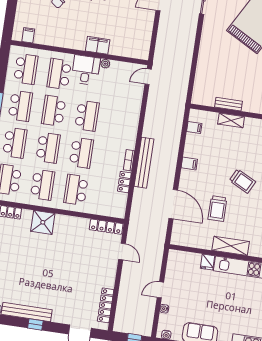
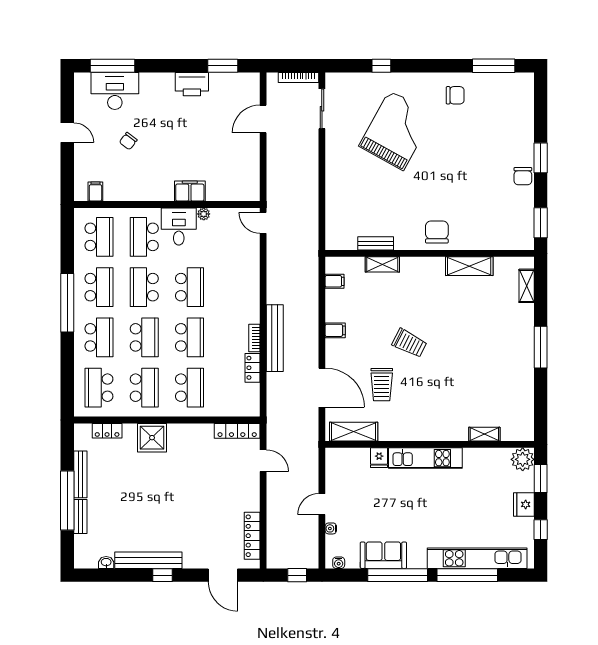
door: (148, 77) -> (263, 223), hinge flipped
school desk: (76, 190) -> (190, 388), turned 180
shelving: (231, 246) -> (354, 432), moved

